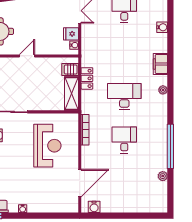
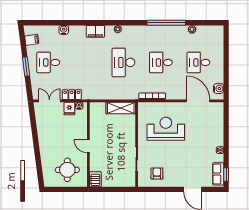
server rack: (70, 69) -> (100, 109), removed
locker: (87, 78) -> (72, 95), moved
desk: (124, 184) -> (198, 62), added

